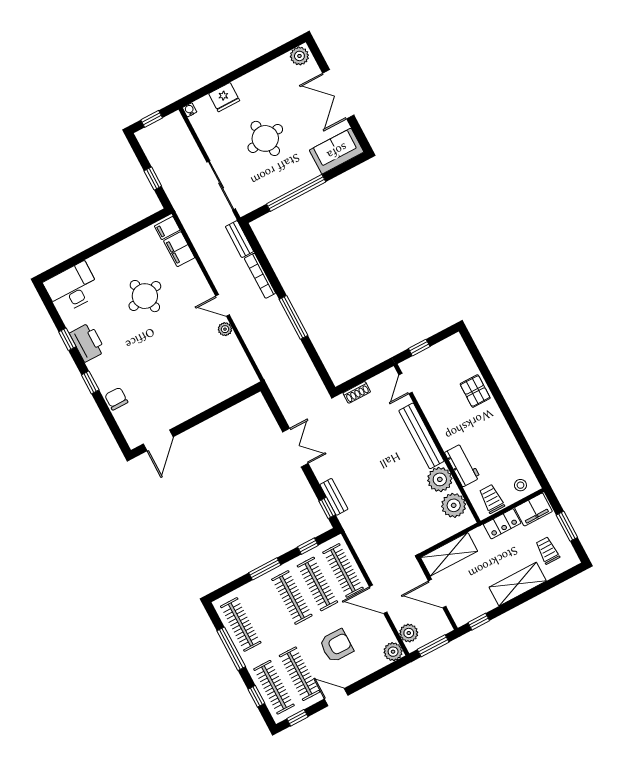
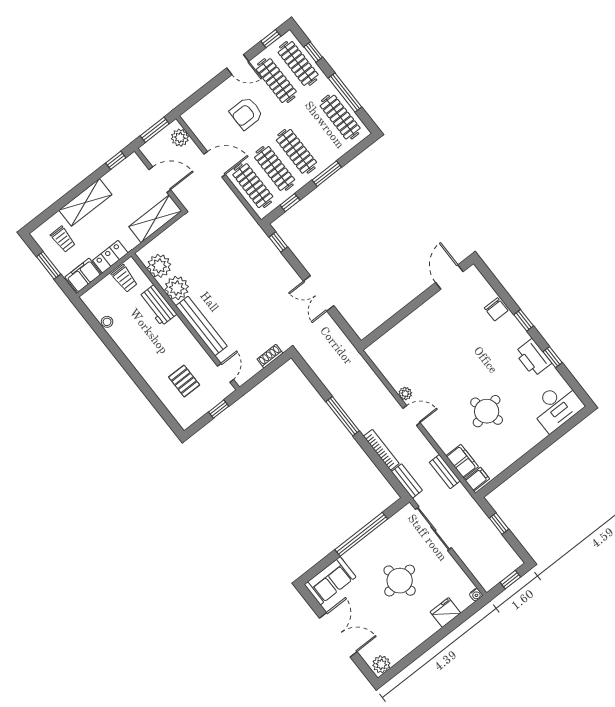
pallet: (475, 391) -> (184, 381), moved
stool: (520, 485) -> (107, 322), moved
bench: (334, 497) -> (445, 472), moved
plant: (393, 652) -> (192, 117), removed

